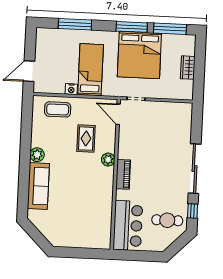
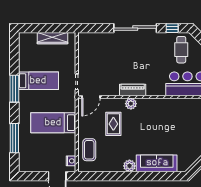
window: (170, 29) -> (14, 55), removed
bed: (139, 55) -> (38, 81), width x0.49
wardrobe: (188, 68) -> (52, 38), width x1.50
nightstand: (71, 89) -> (71, 161), moved
rug: (86, 139) -> (113, 124), turned 90
piano: (123, 174) -> (133, 90), moved

